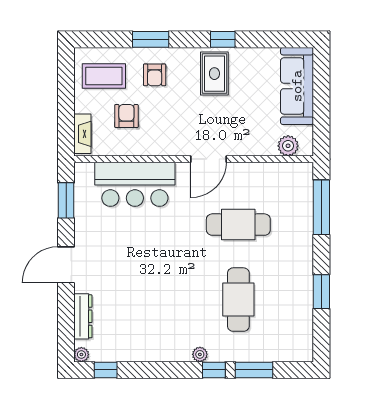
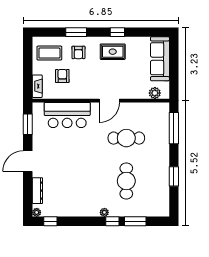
rug: (214, 74) -> (113, 52), turned 90

